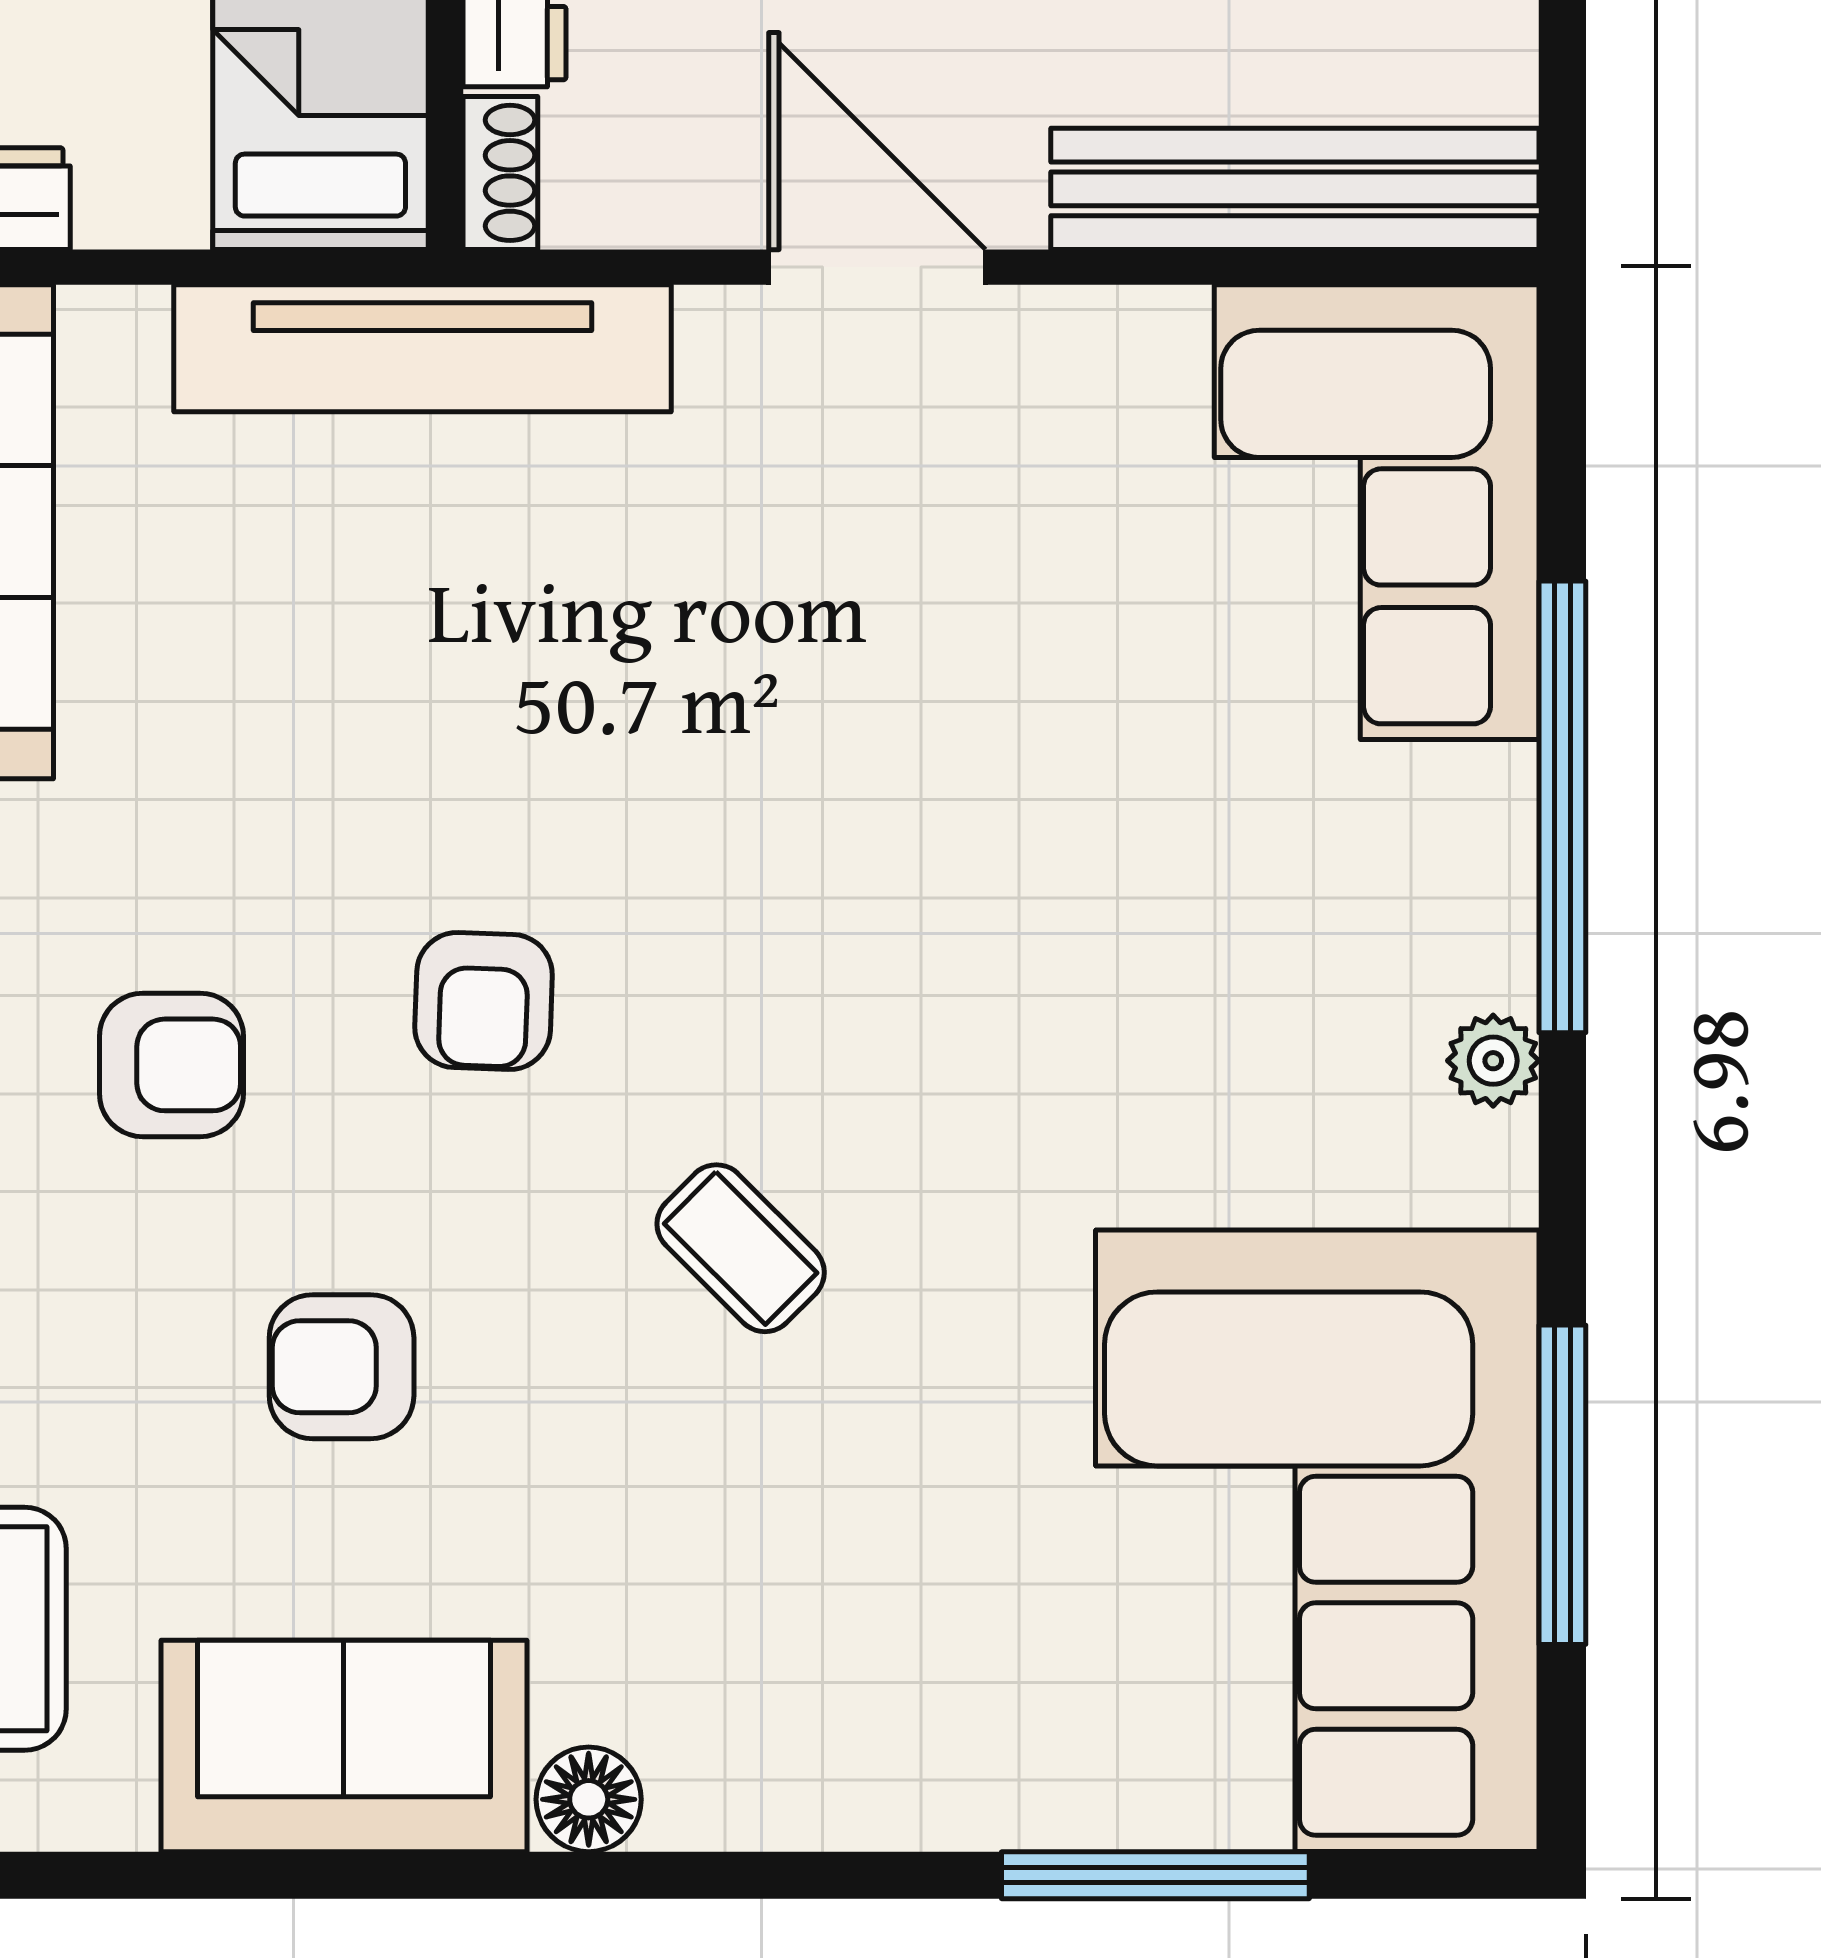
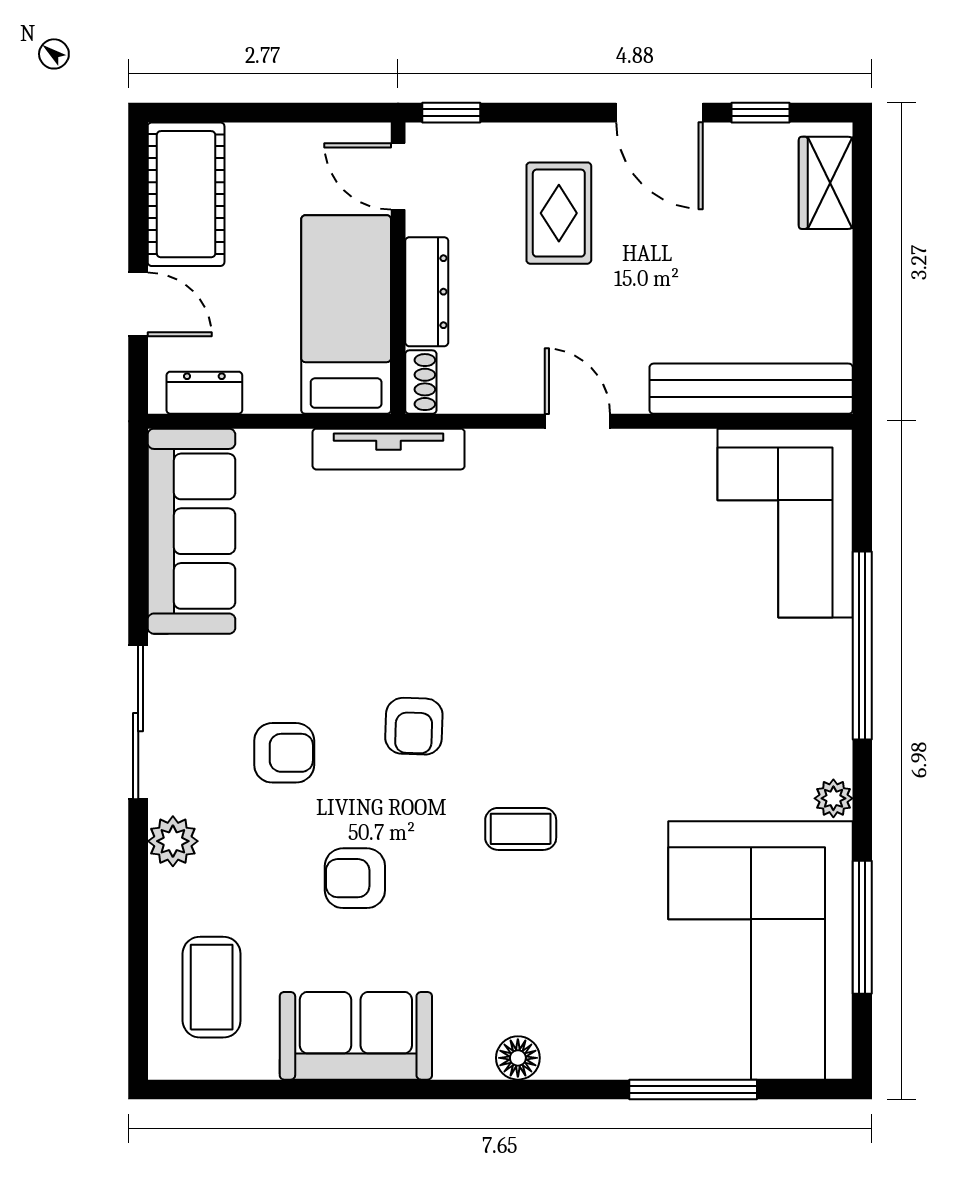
door: (877, 267) -> (577, 421), width x0.73
tv unit: (423, 348) -> (389, 449), width x0.73, depth x0.78
plant: (1493, 1061) -> (833, 798), moved
coffee table: (741, 1248) -> (521, 829), turned -45
floor lamp: (589, 1799) -> (518, 1058), moved

